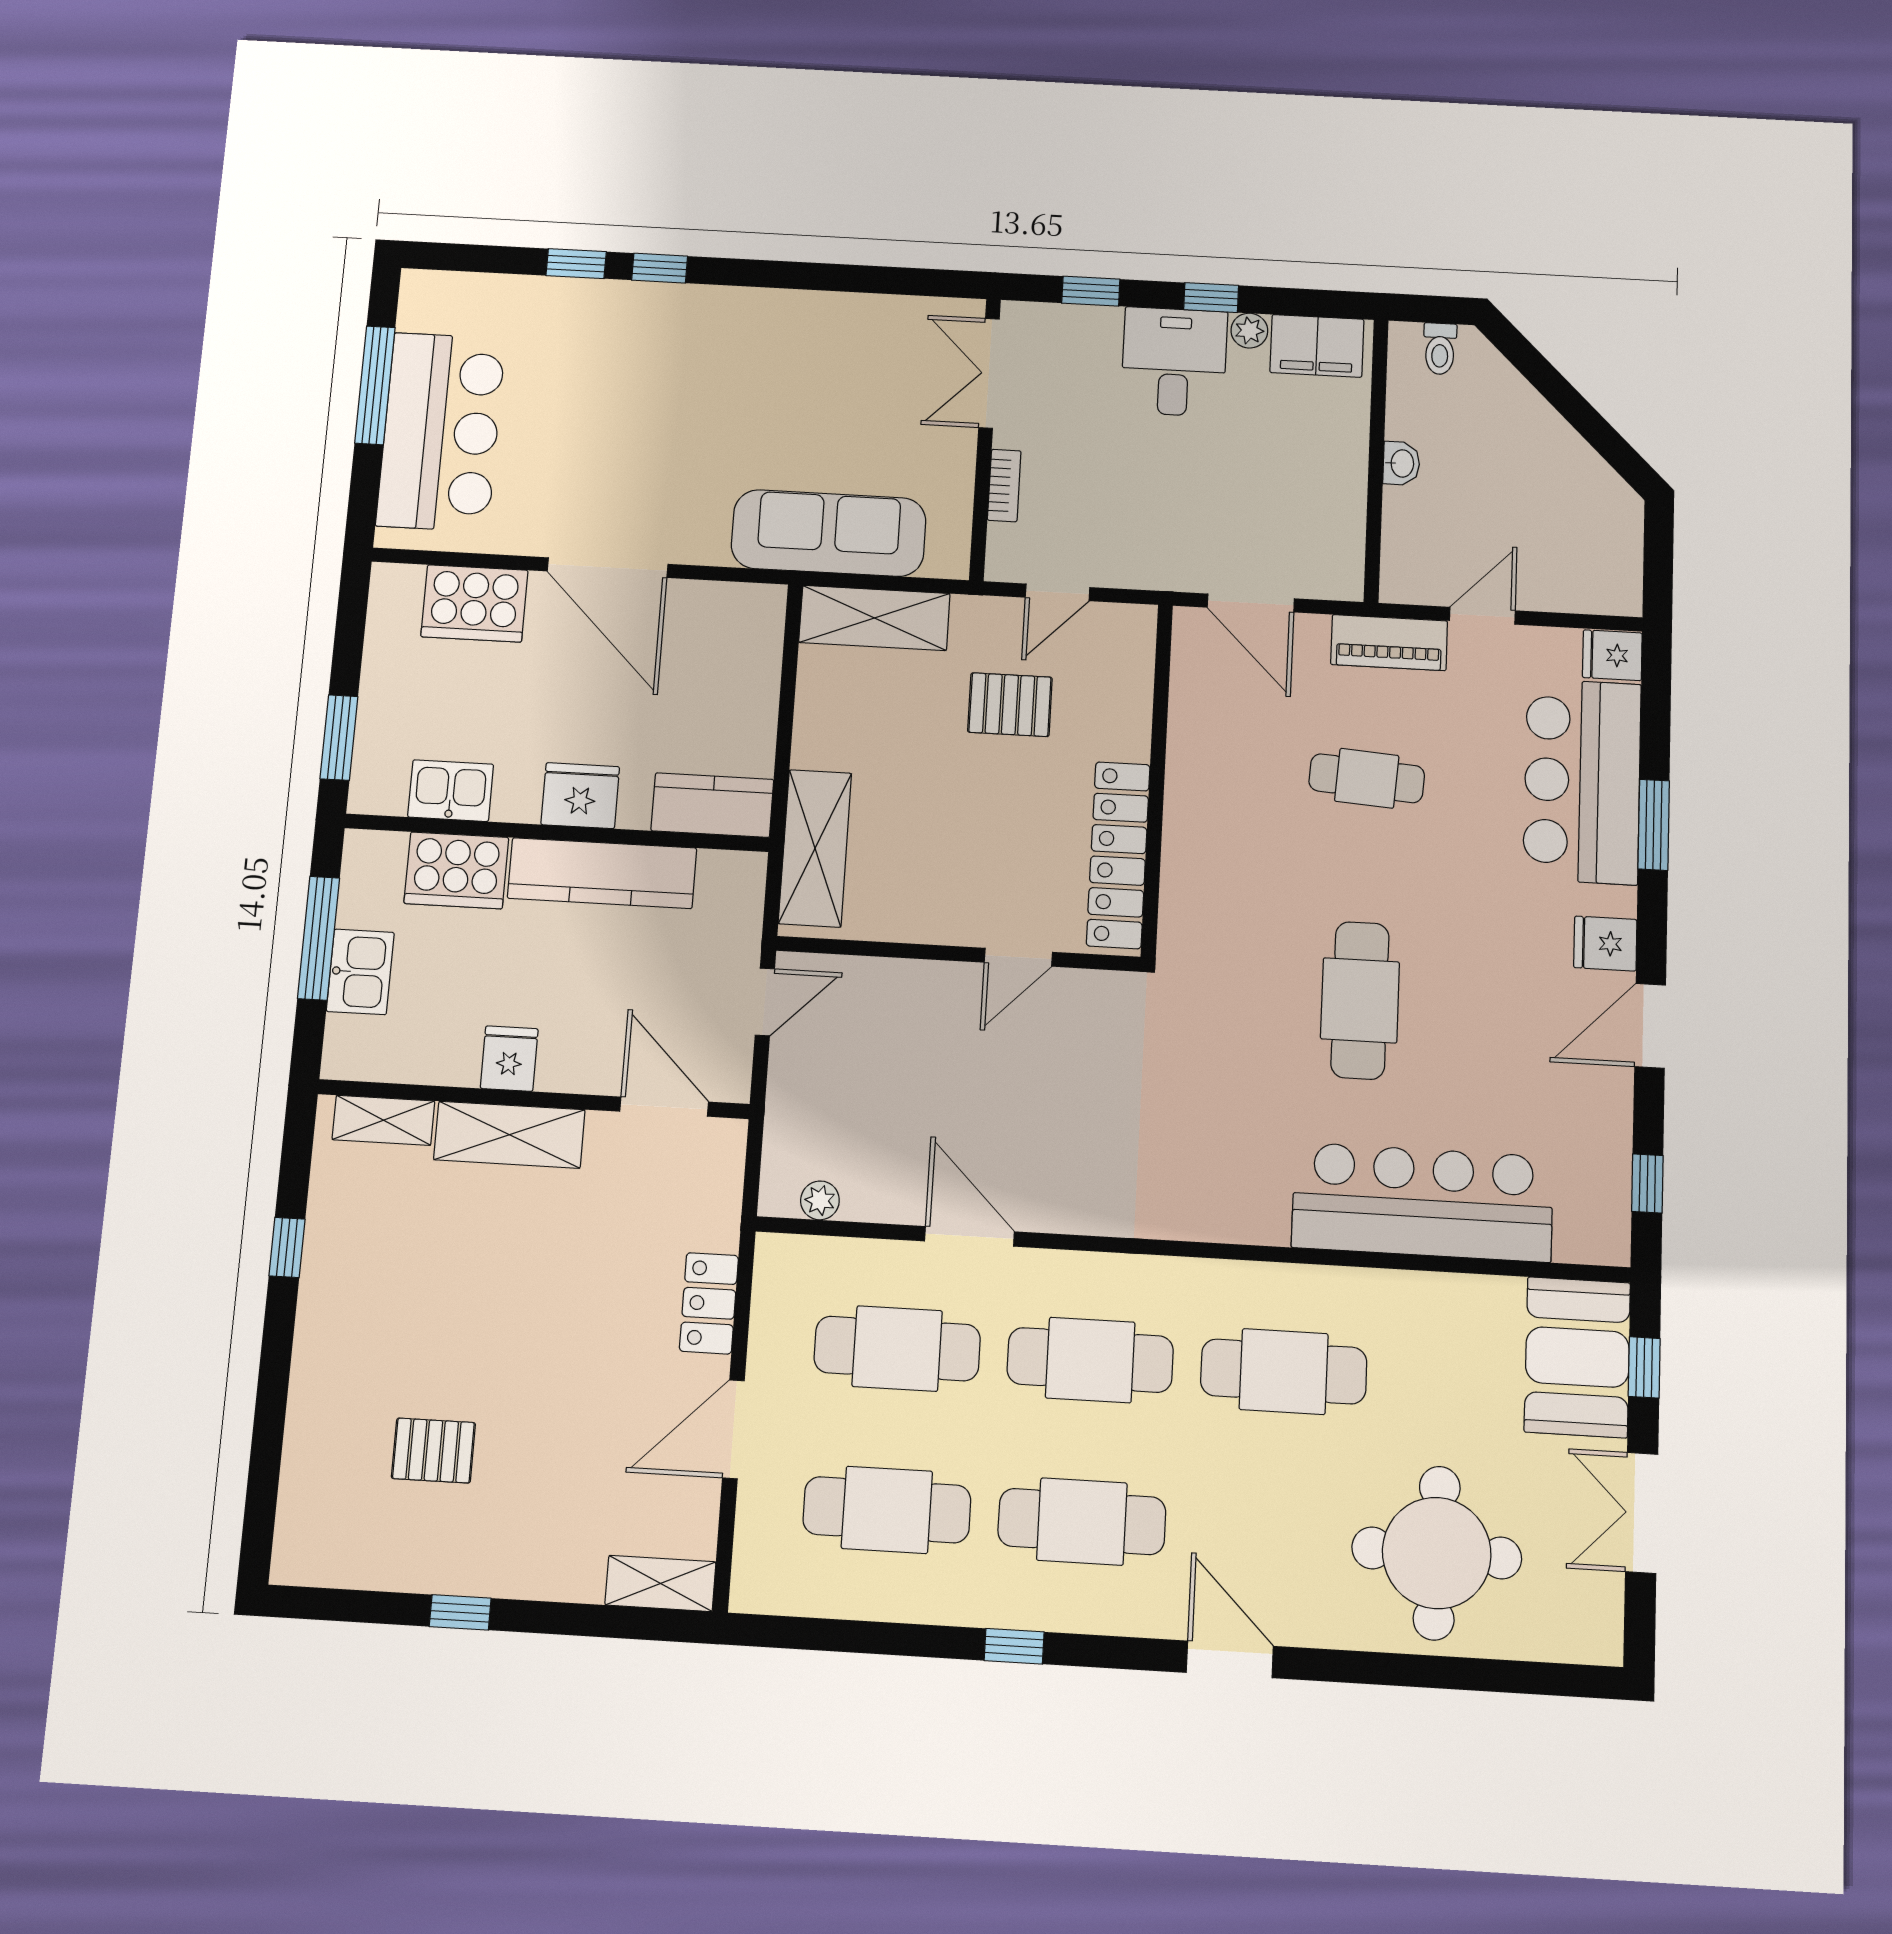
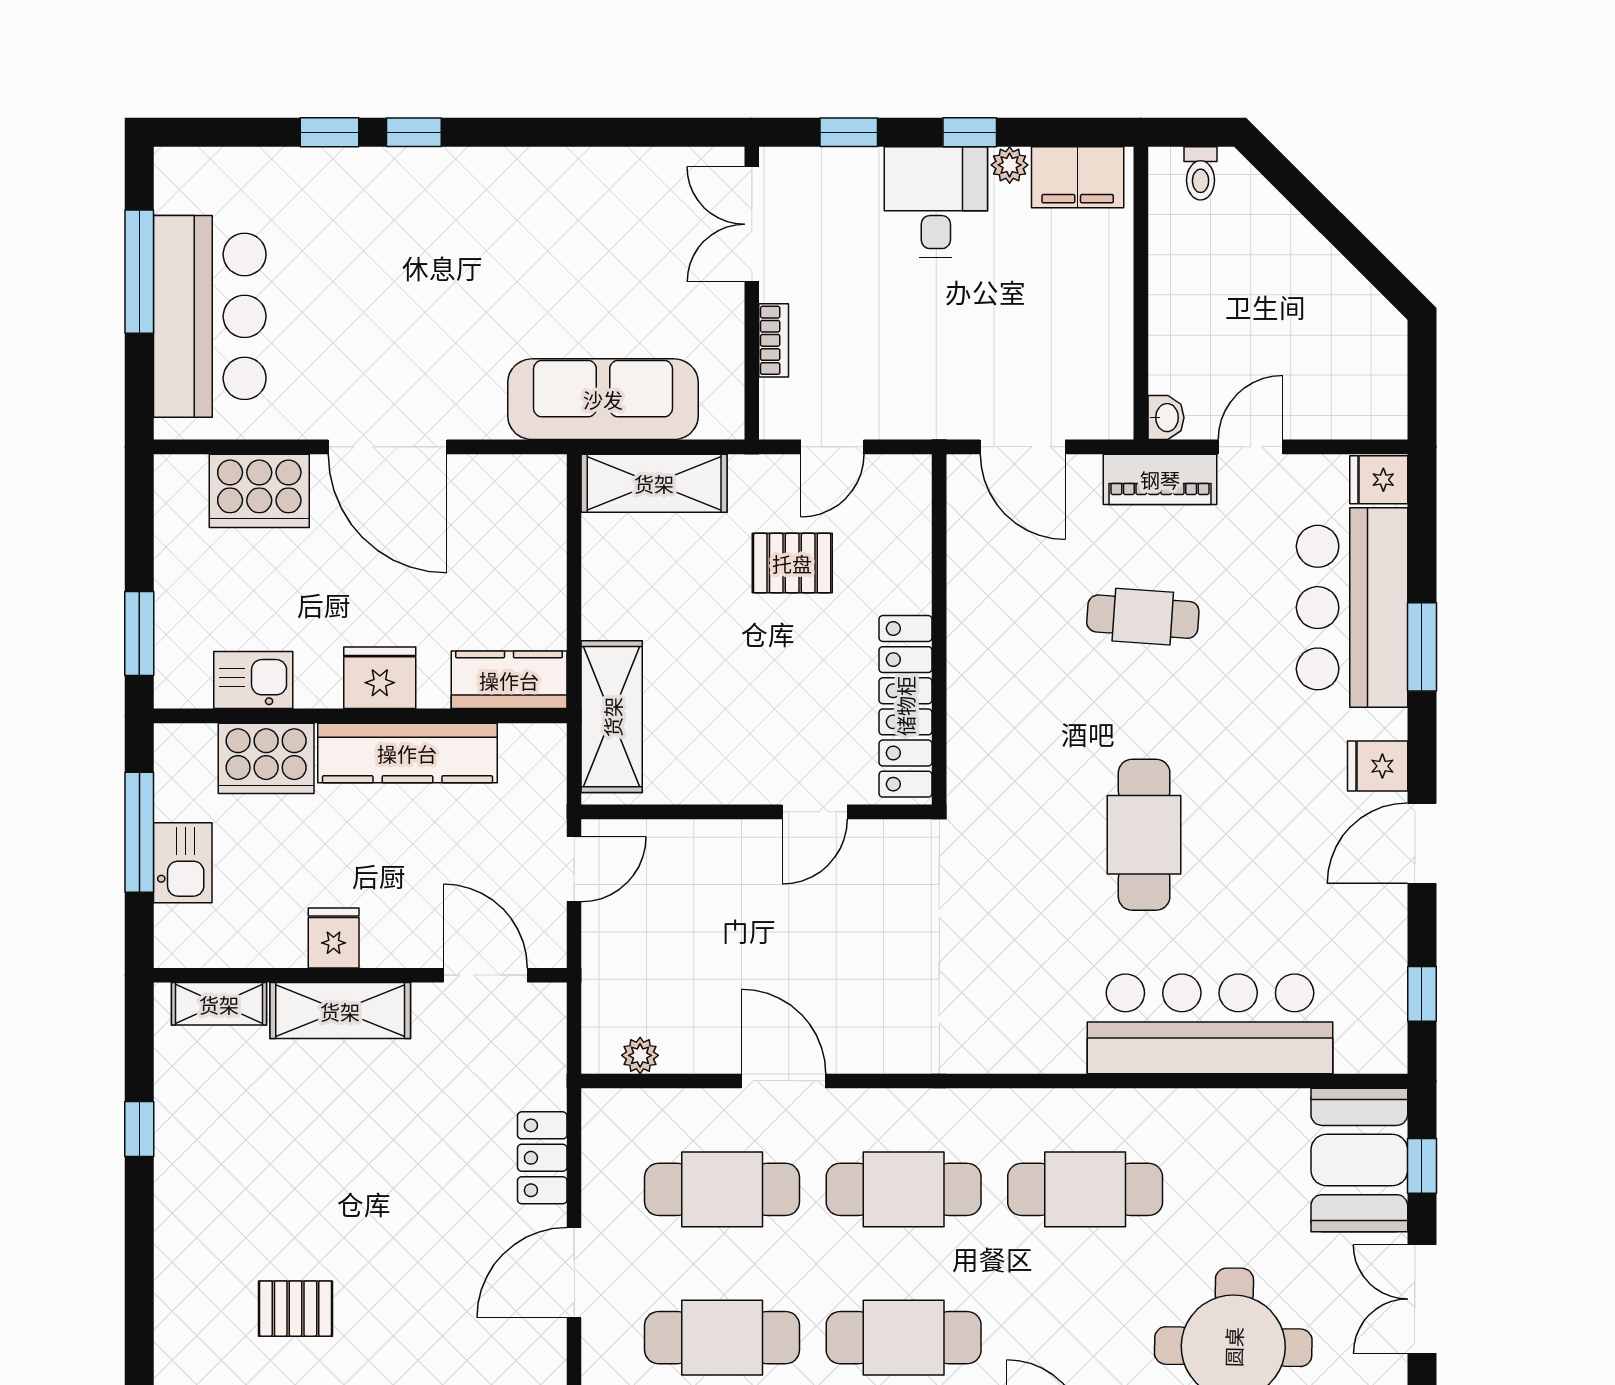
washbasin: (1401, 463) -> (1166, 418), moved

